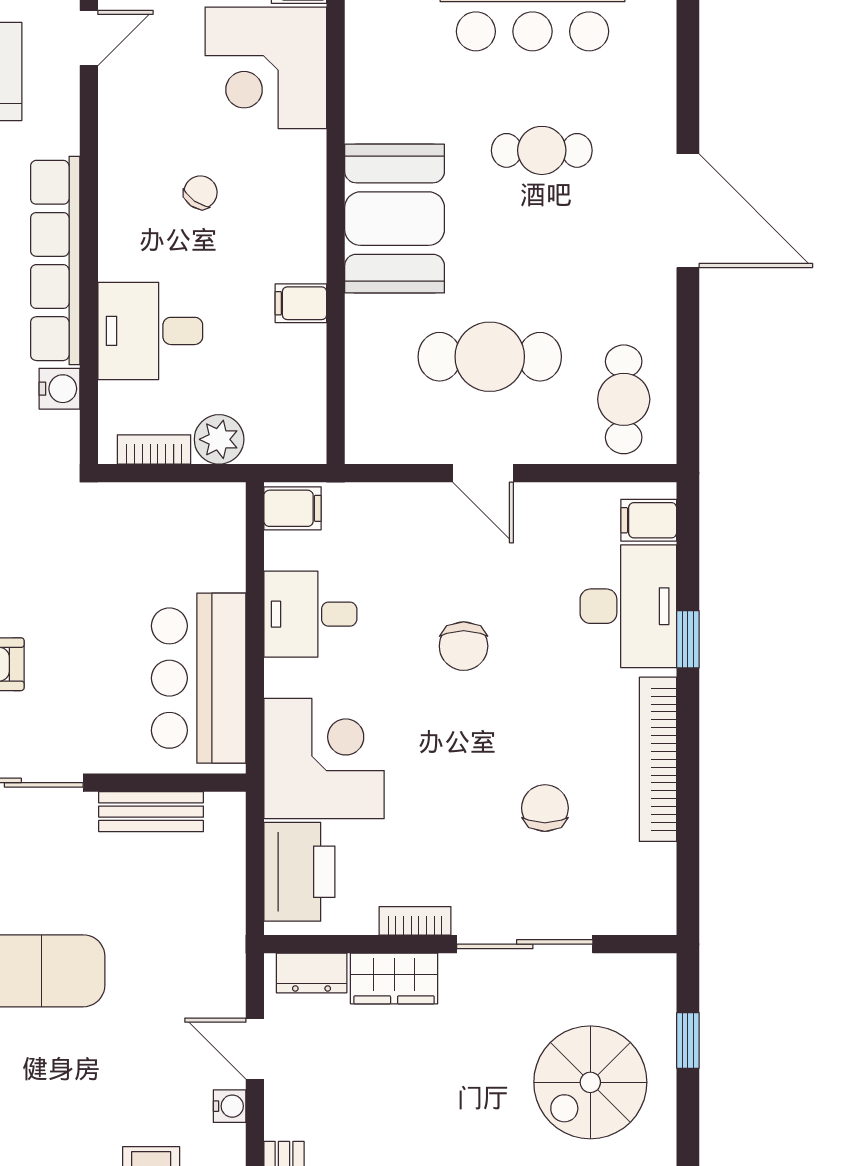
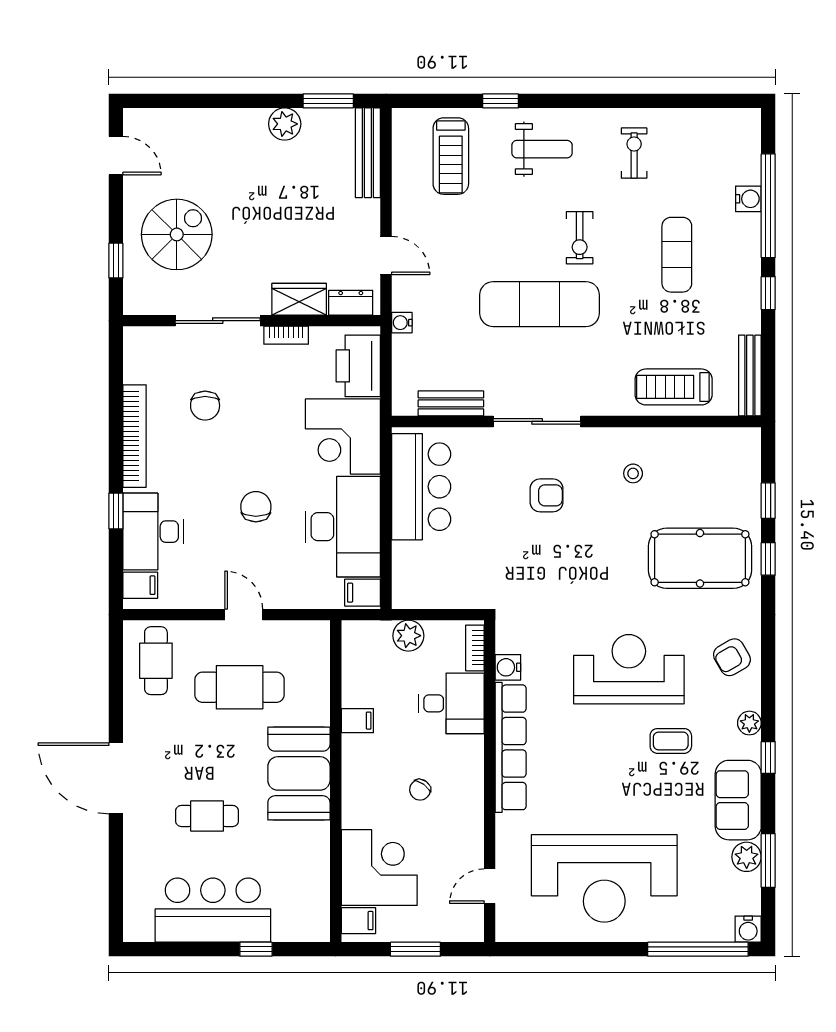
bookcase: (154, 449) -> (475, 648), moved, turned 90
desk: (310, 614) -> (343, 527), width x1.87, depth x1.30
water cooler: (230, 1106) -> (402, 323), moved

